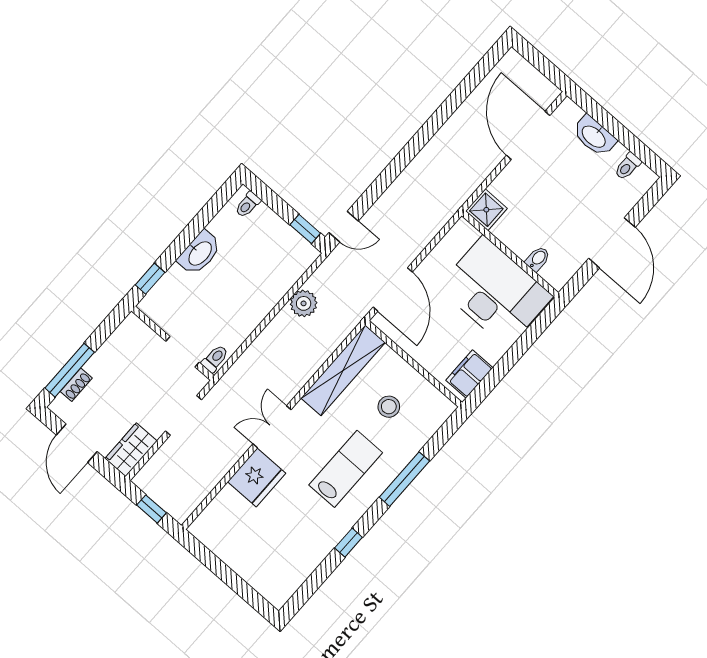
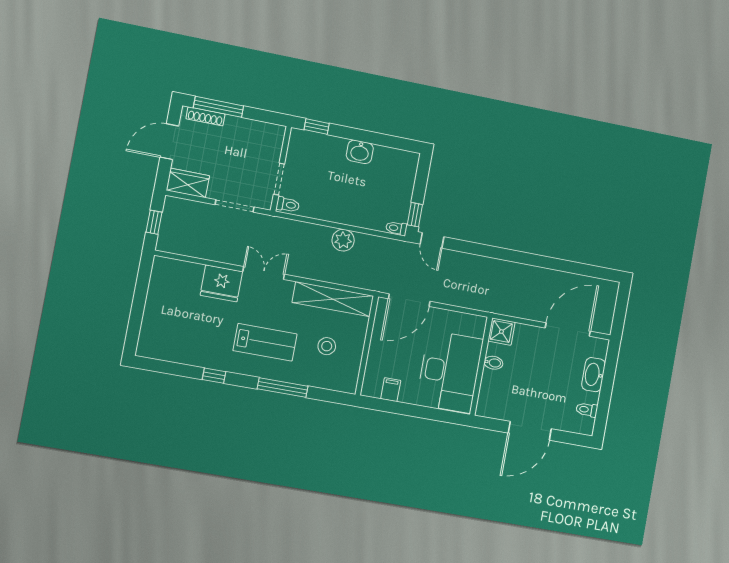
toilet: (248, 205) -> (396, 228), moved
washbasin: (200, 253) -> (360, 152), width x0.72
bidet: (538, 259) -> (493, 363), moved
plant: (304, 303) -> (343, 240), moved
filing cabinet: (469, 374) -> (391, 390), width x0.50
shoe rack: (76, 385) -> (205, 116), width x1.43

